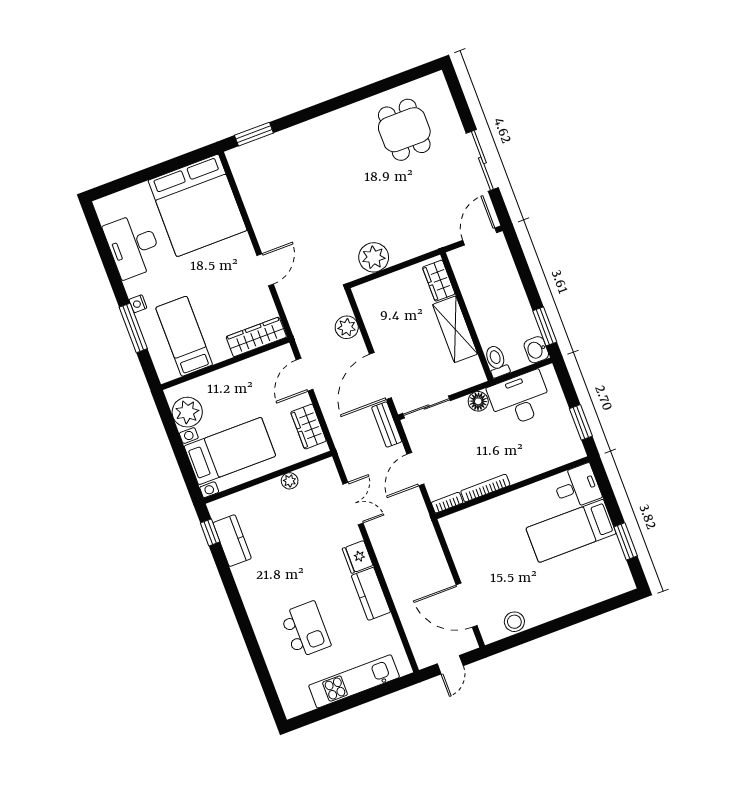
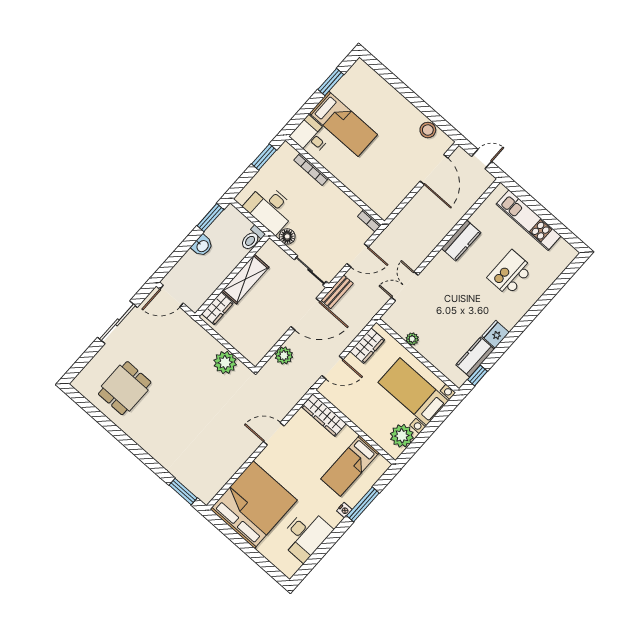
washbasin: (536, 350) -> (202, 246), moved
bookcase: (485, 488) -> (311, 169), moved
fridge: (358, 557) -> (496, 334), moved, turned 180

